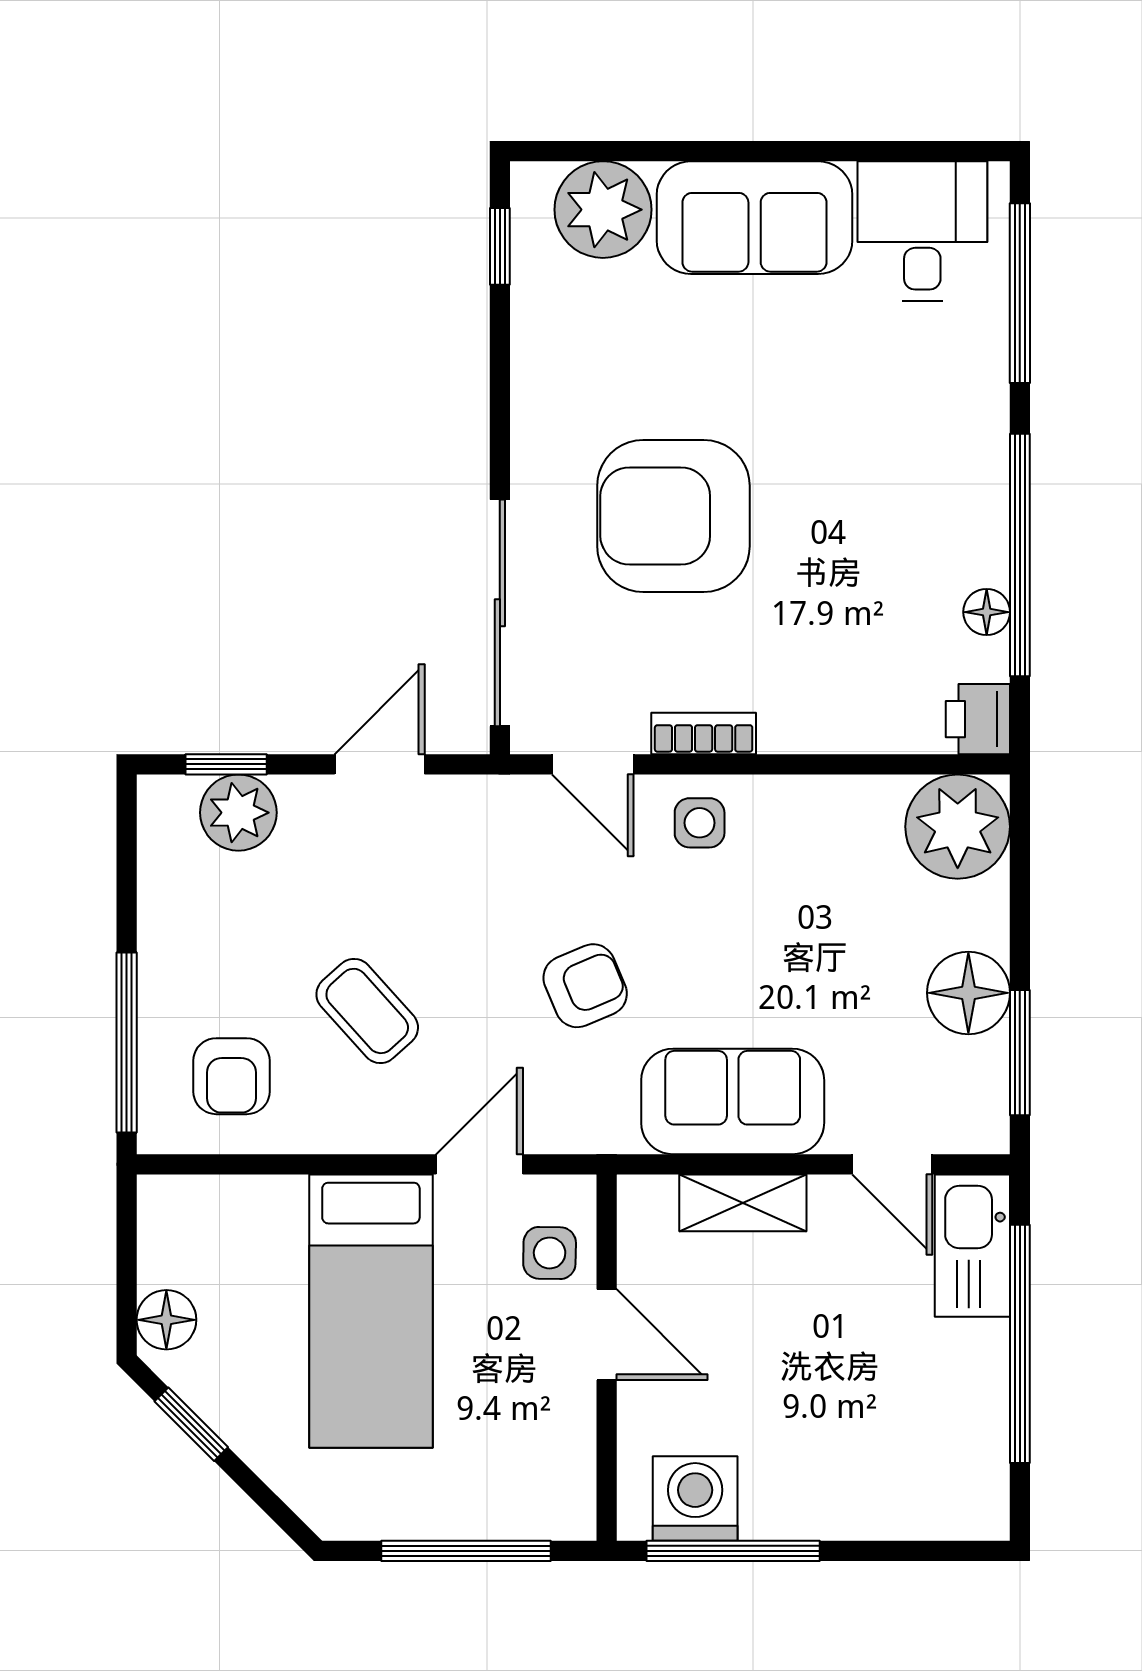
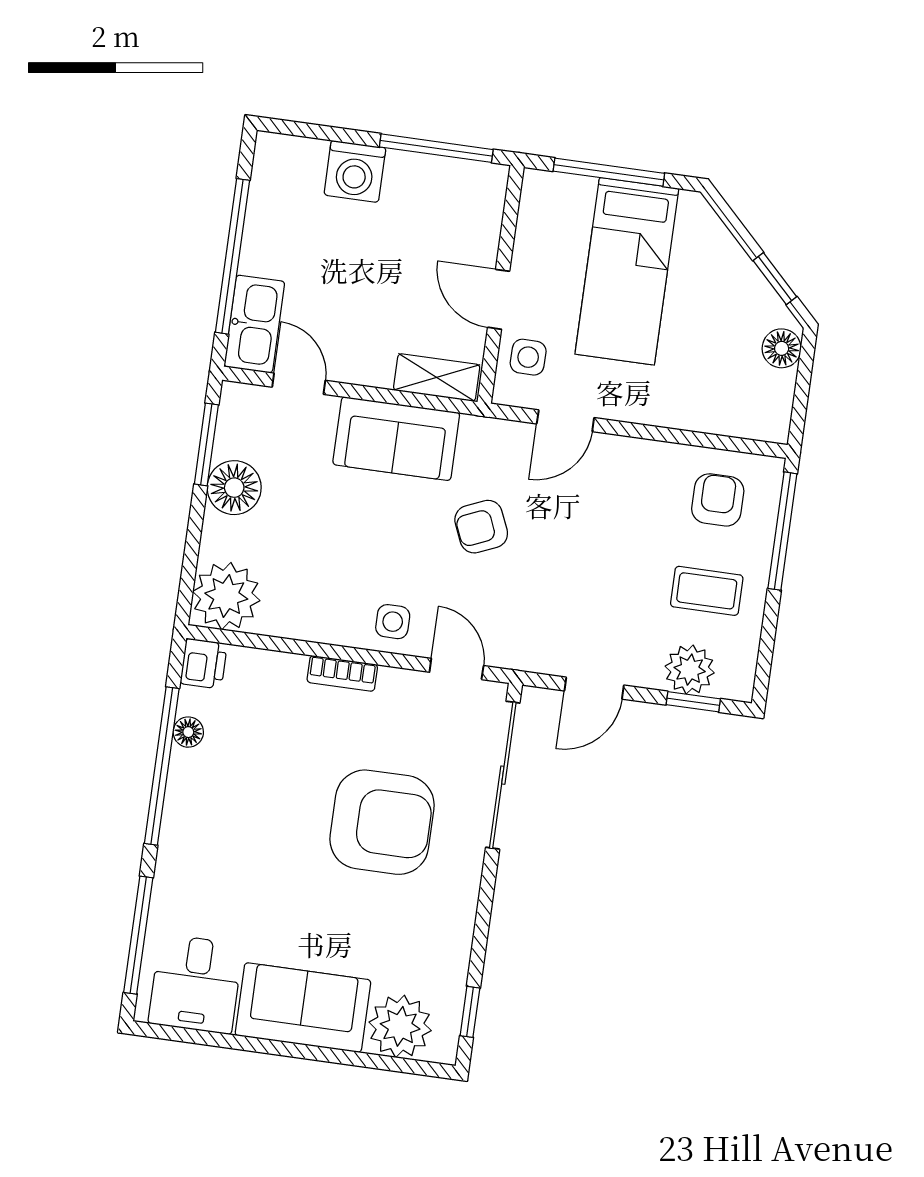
bookcase: (704, 733) -> (342, 673), moved
coffee table: (367, 1011) -> (707, 591), moved, turned -48
shelving: (743, 1203) -> (437, 377), moved
bed: (371, 1311) -> (627, 271), moved, turned 180
washing machine: (695, 1499) -> (355, 171), moved

